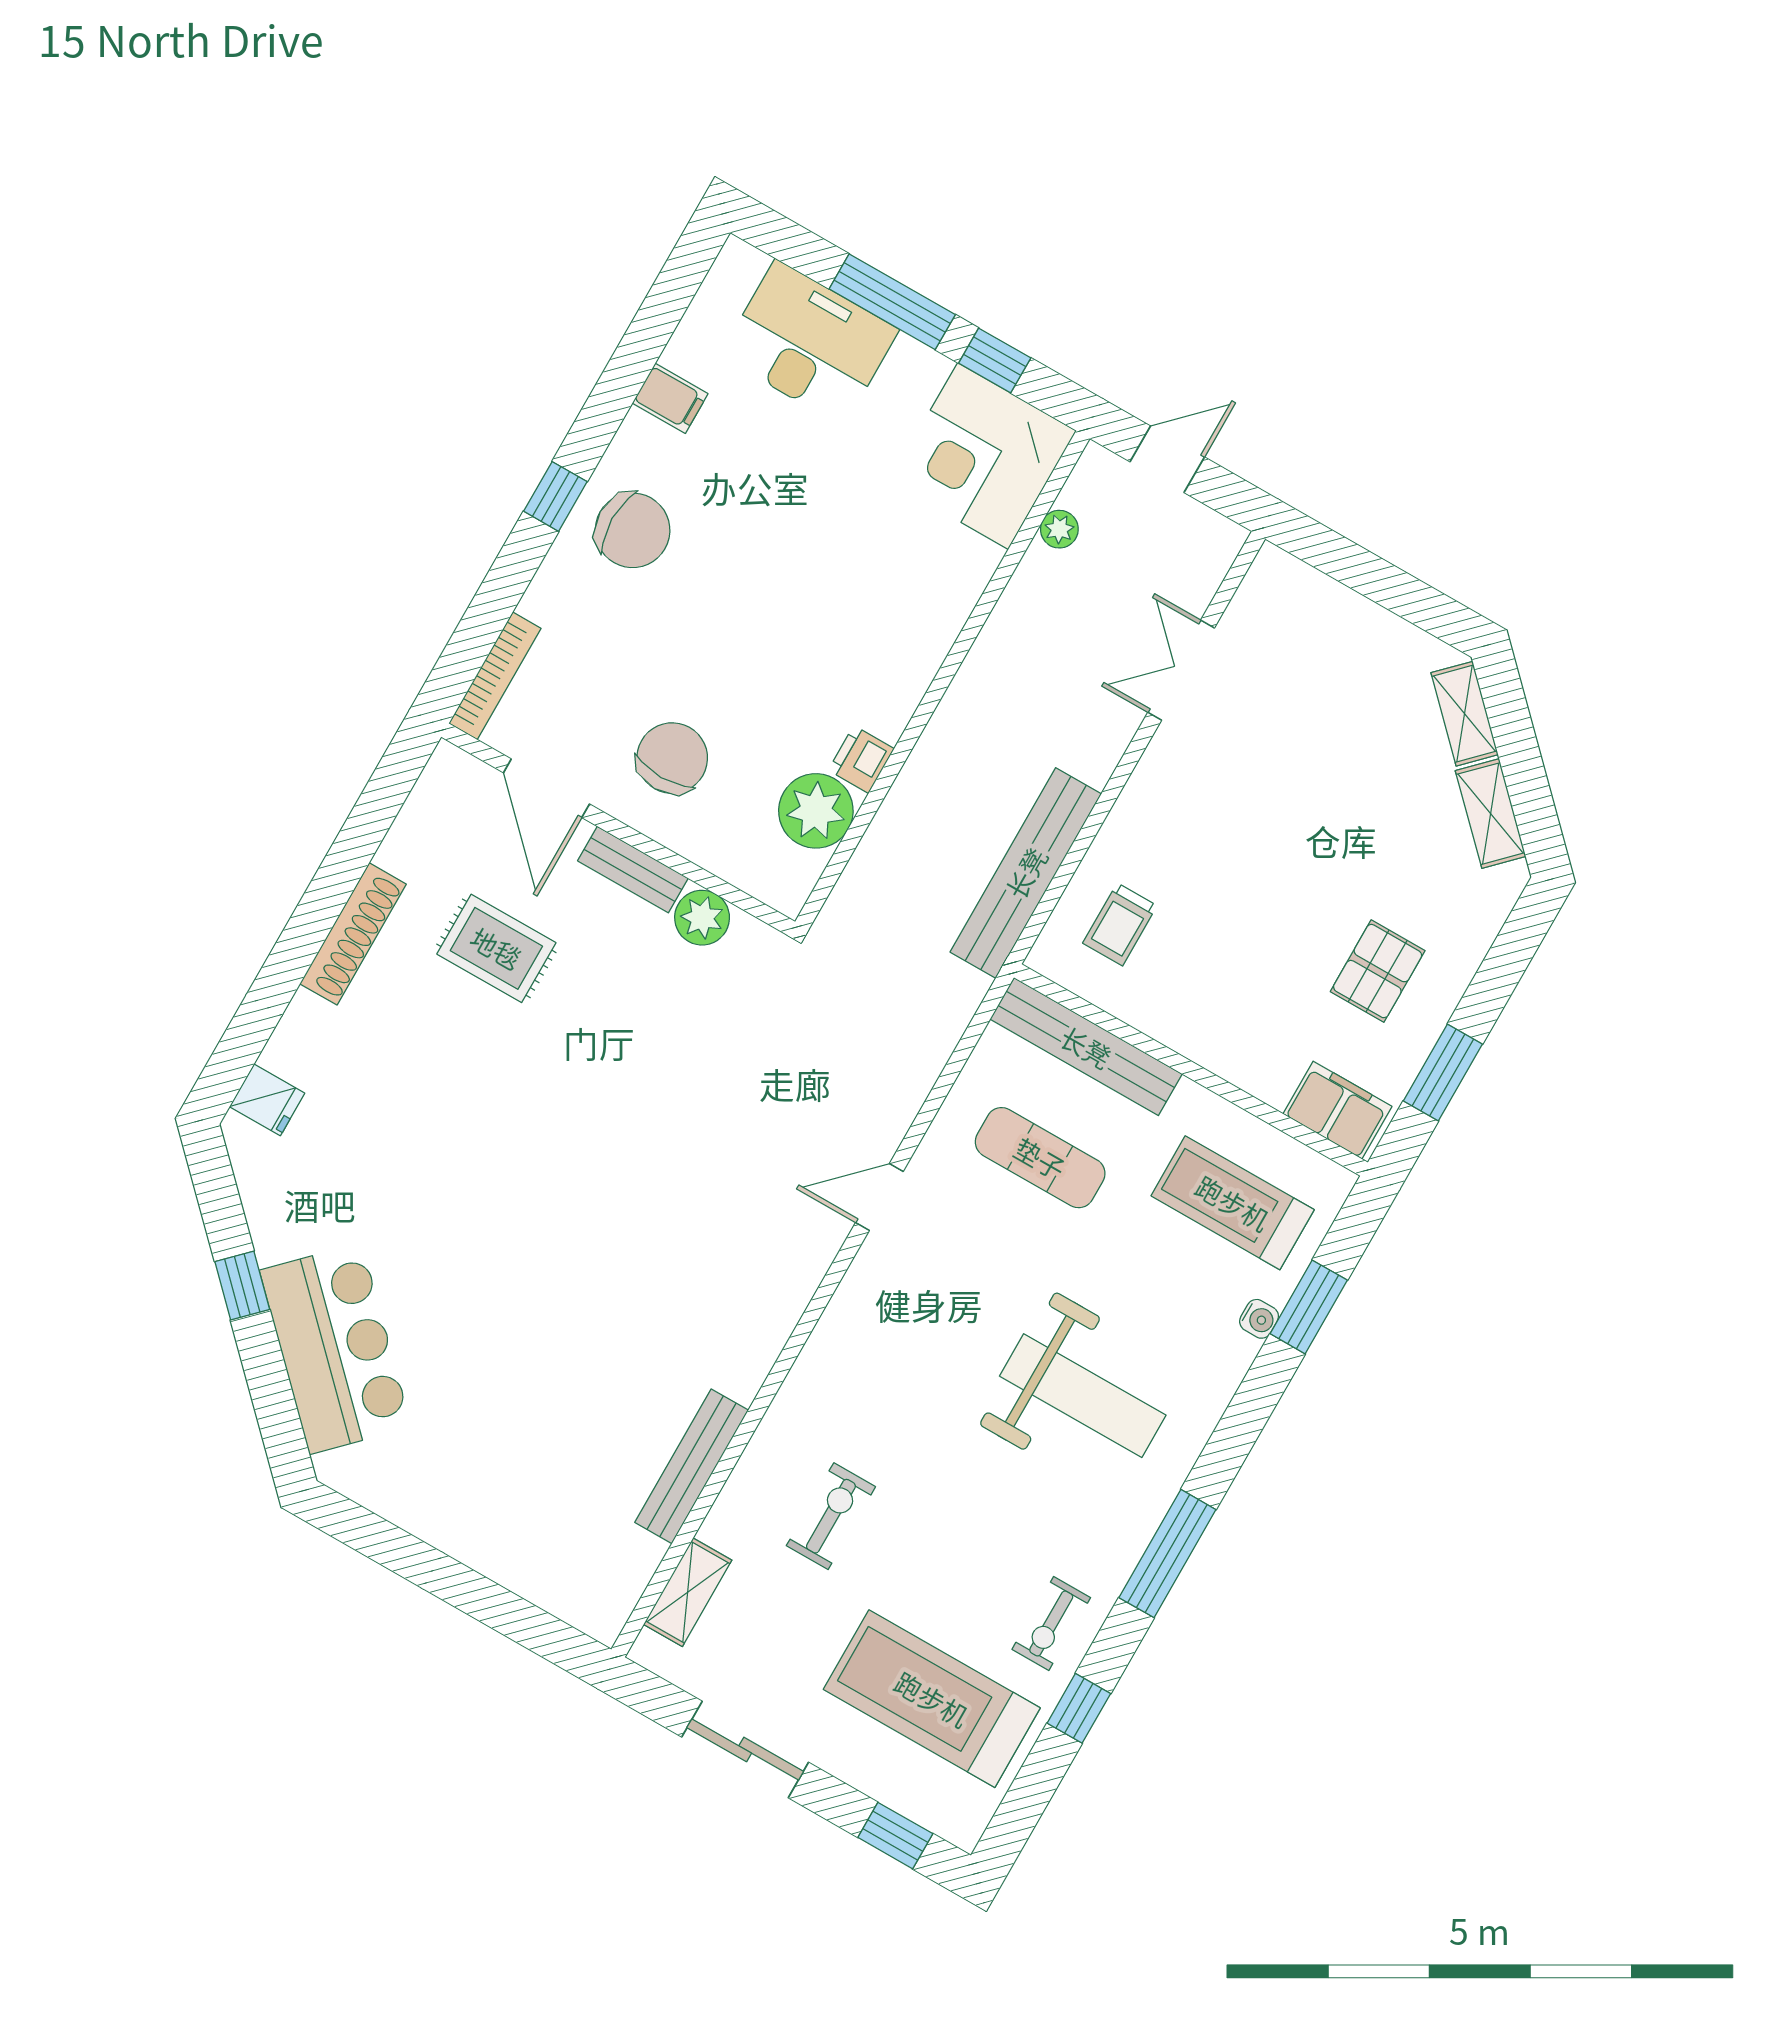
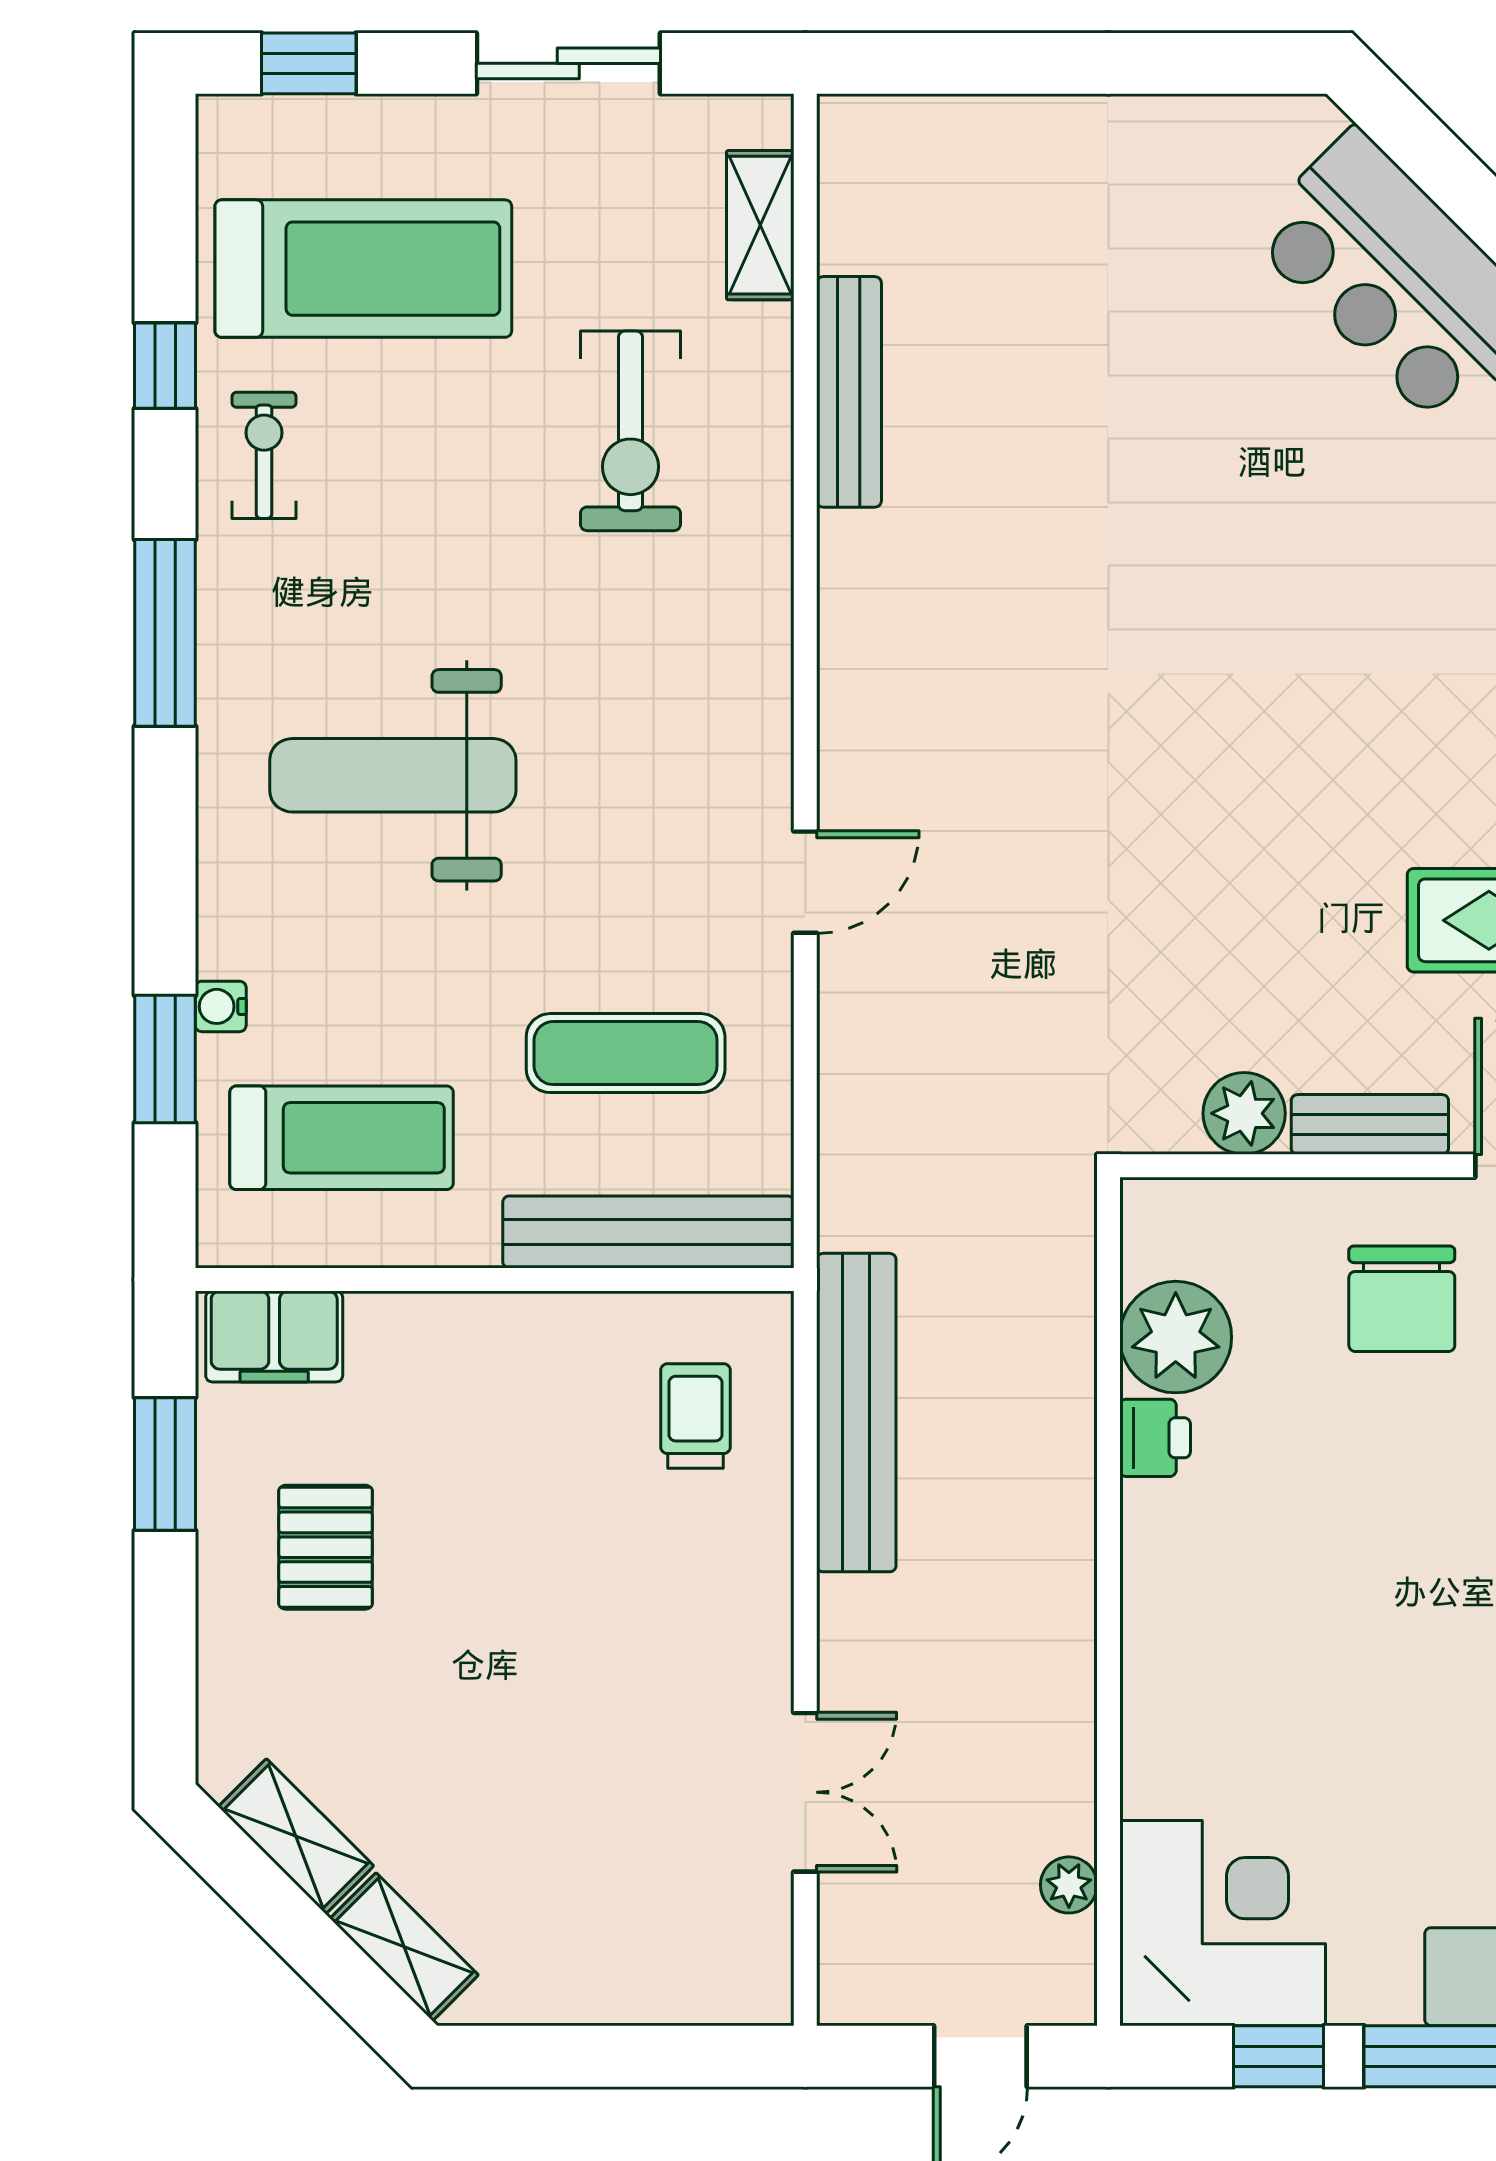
exercise bike: (831, 1516) -> (630, 431), width x1.38, depth x1.39

